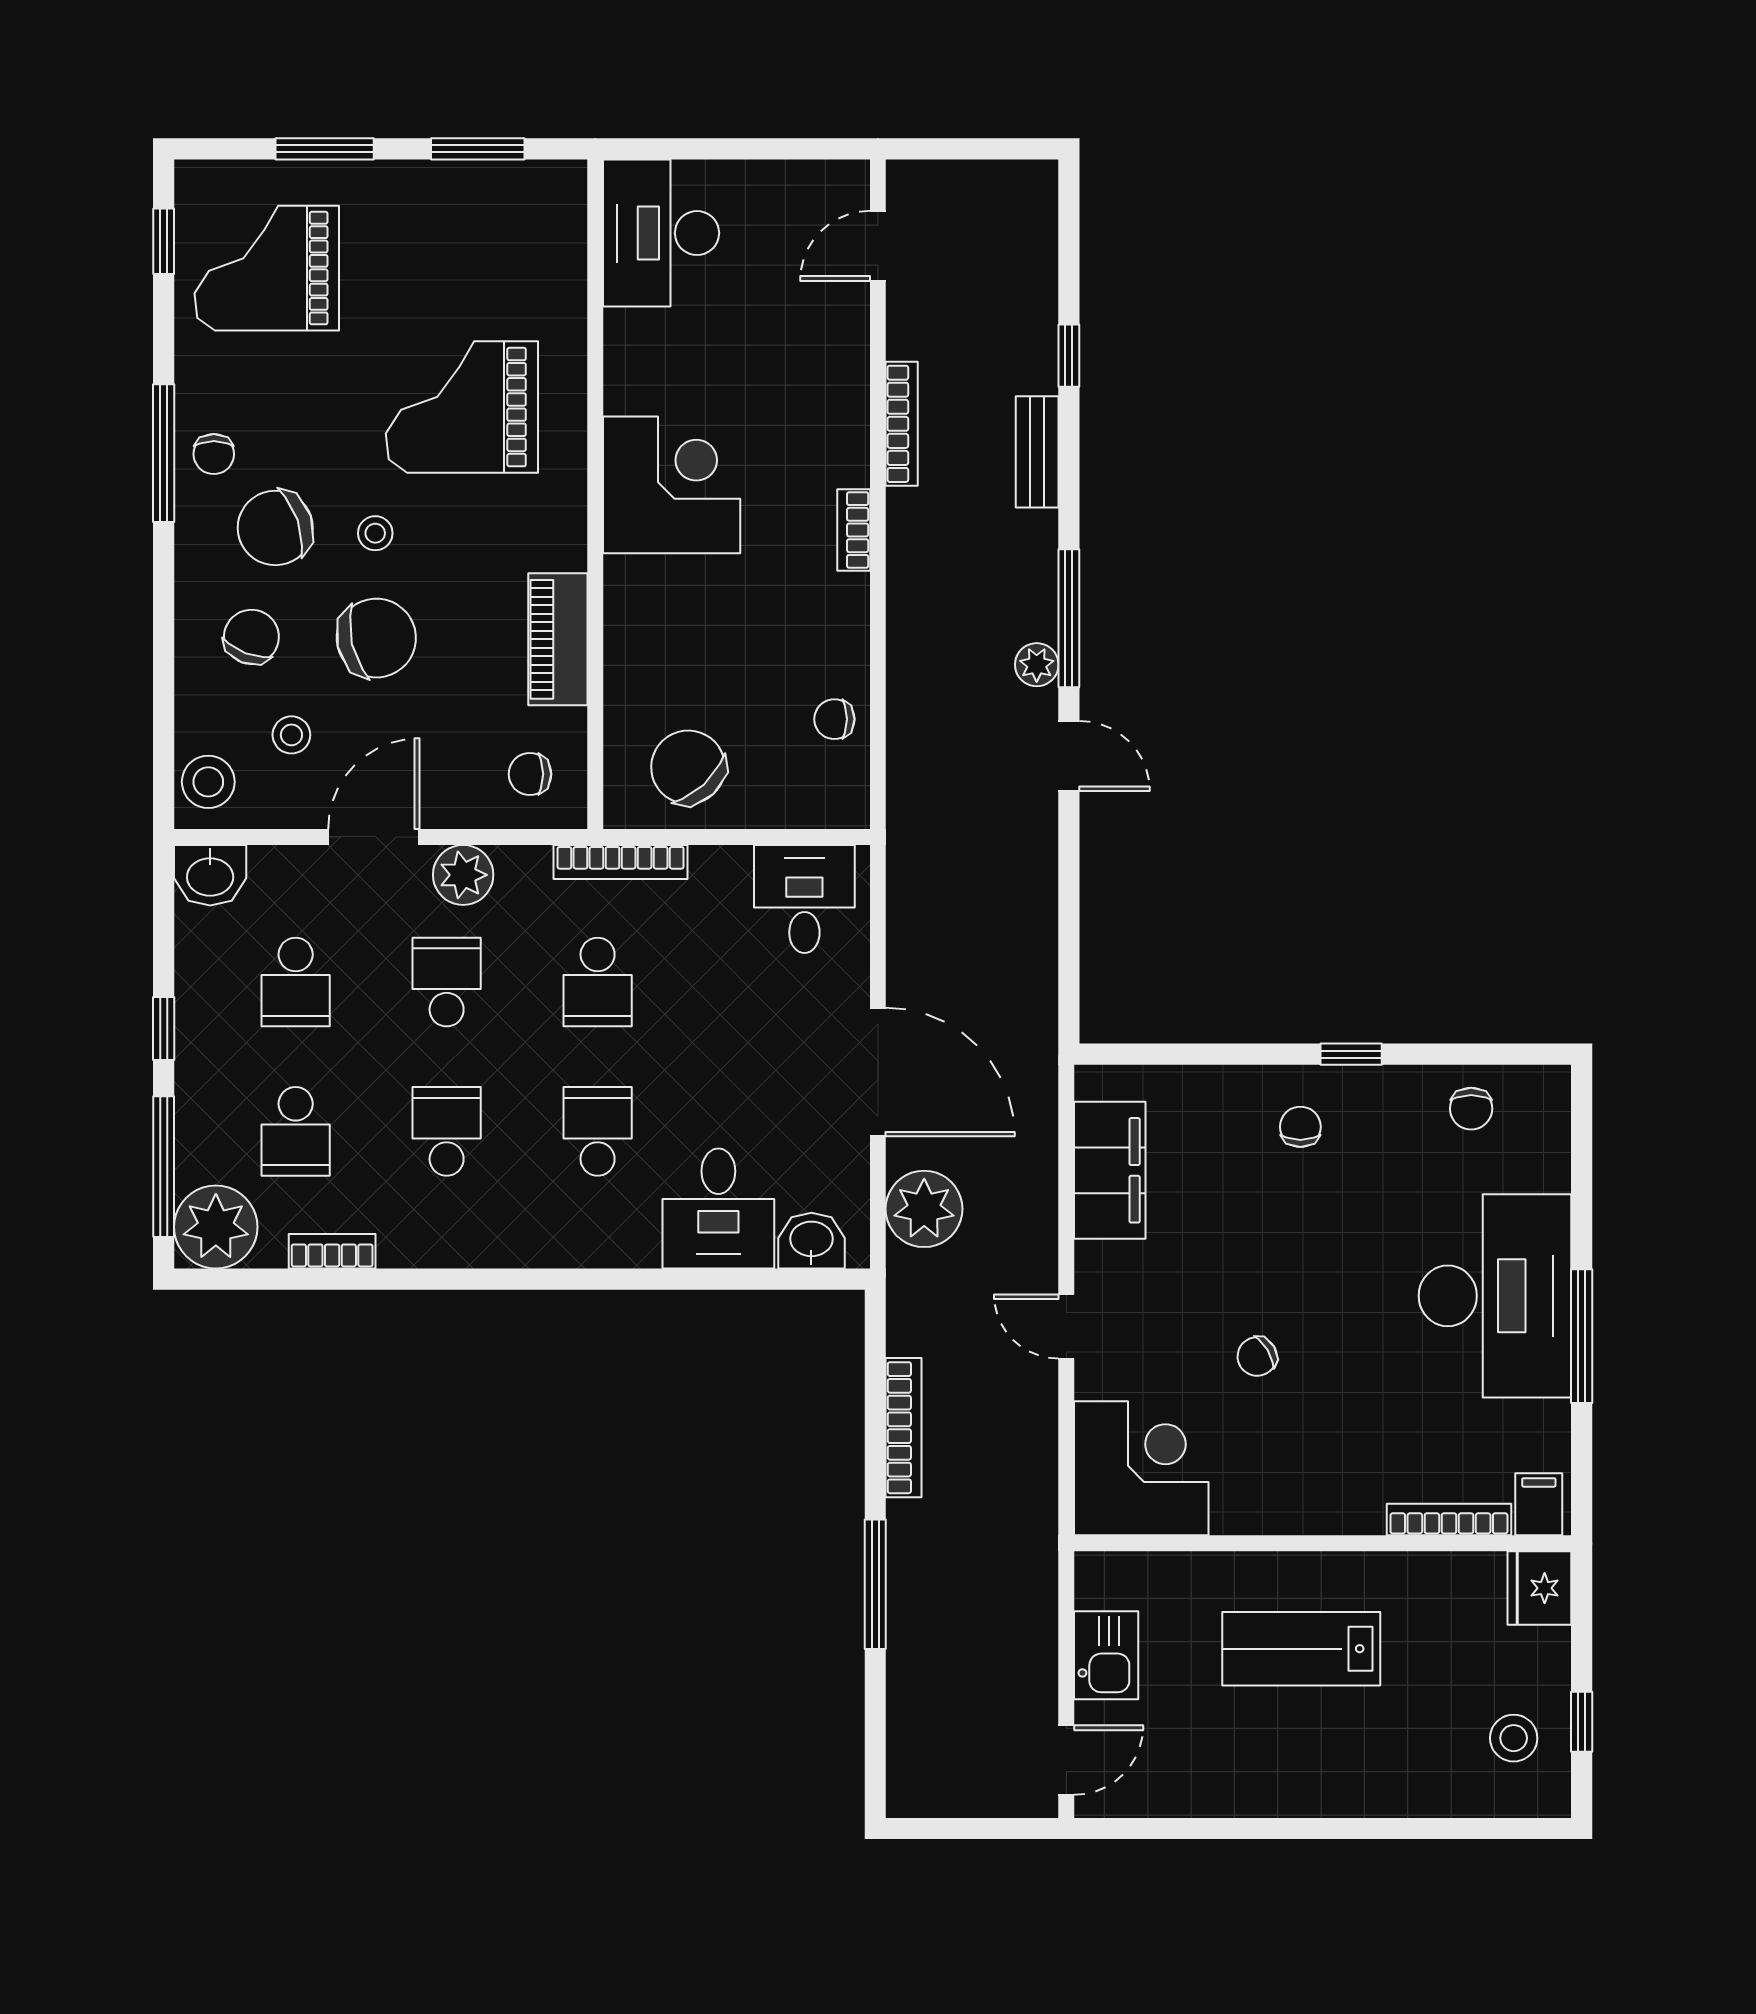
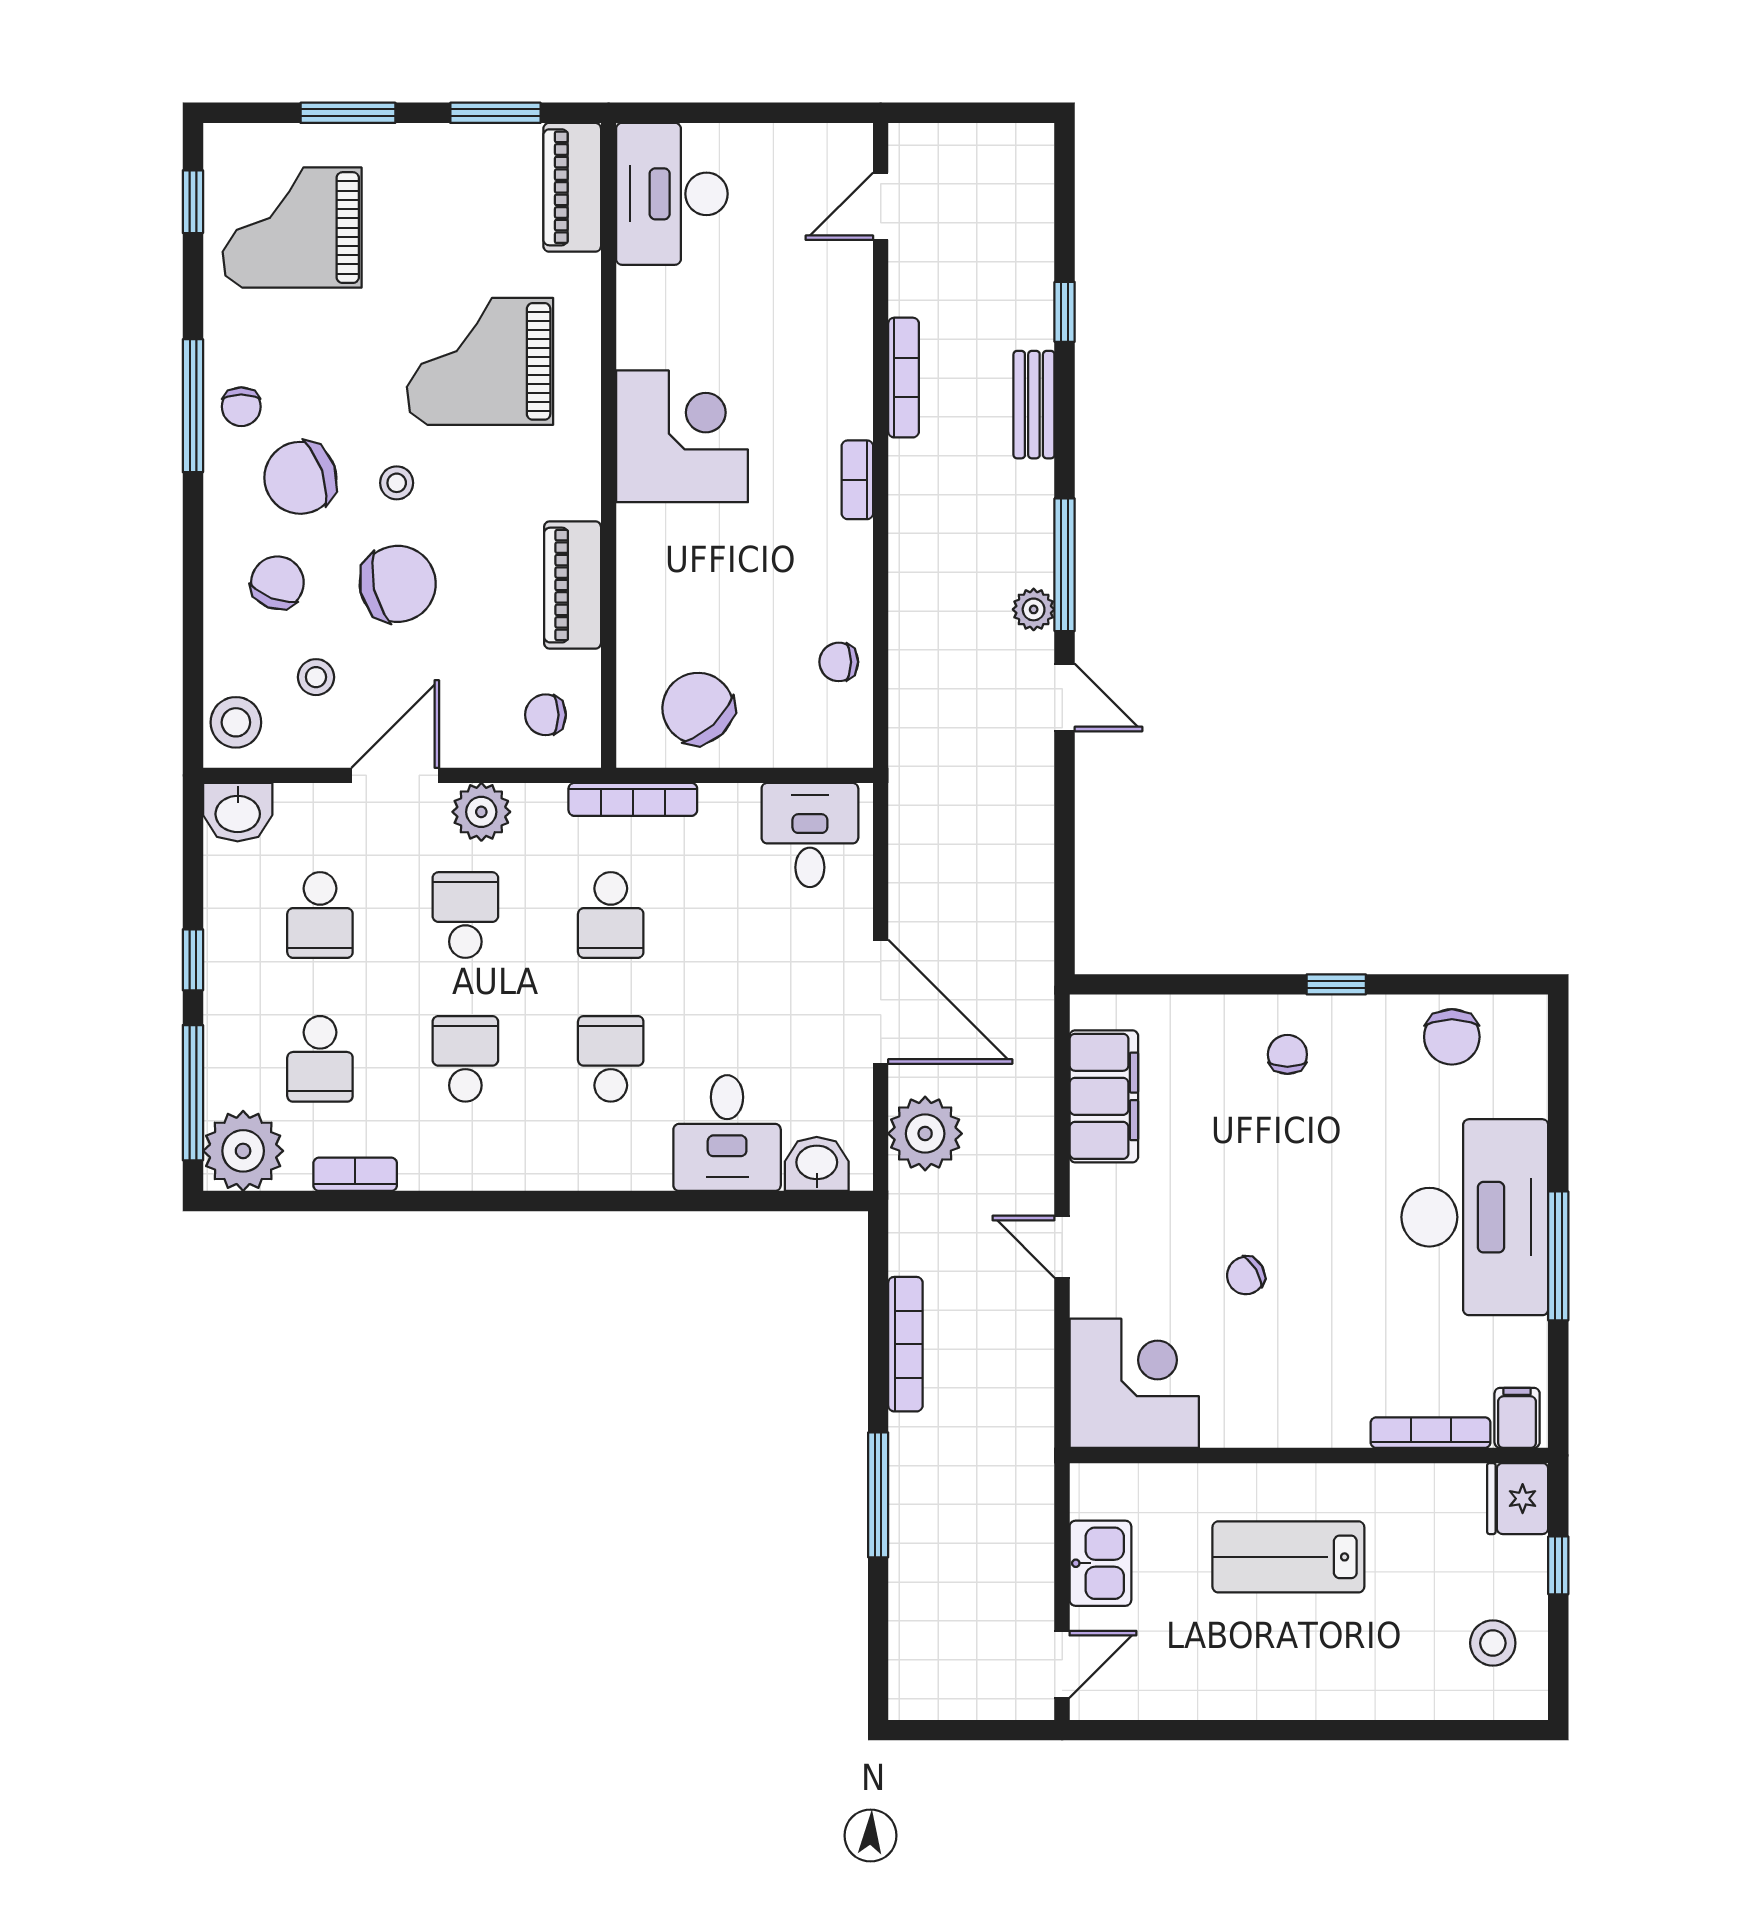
piano: (558, 226) -> (572, 187), added
chair: (1471, 1109) -> (1452, 1037), width x1.37, depth x1.37
window: (1582, 1722) -> (1558, 1565), moved

